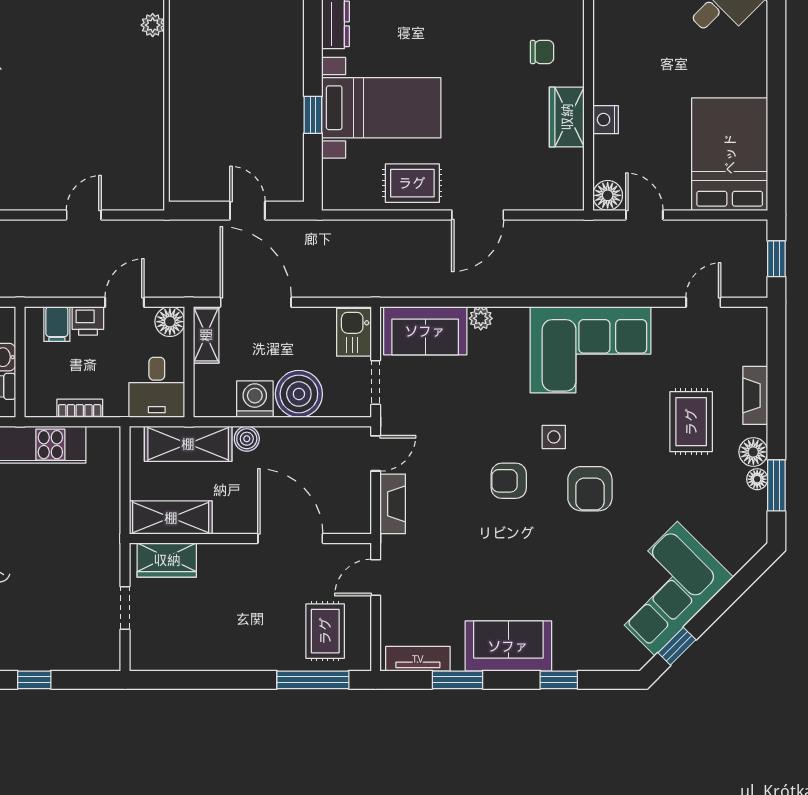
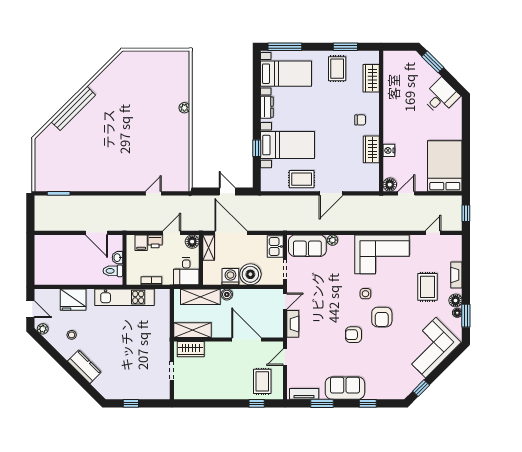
door: (644, 215) -> (406, 193), hinge flipped
armchair: (509, 481) -> (353, 335), moved
corner sofa: (666, 588) -> (431, 348), moved
window: (313, 680) -> (257, 403), width x0.46

